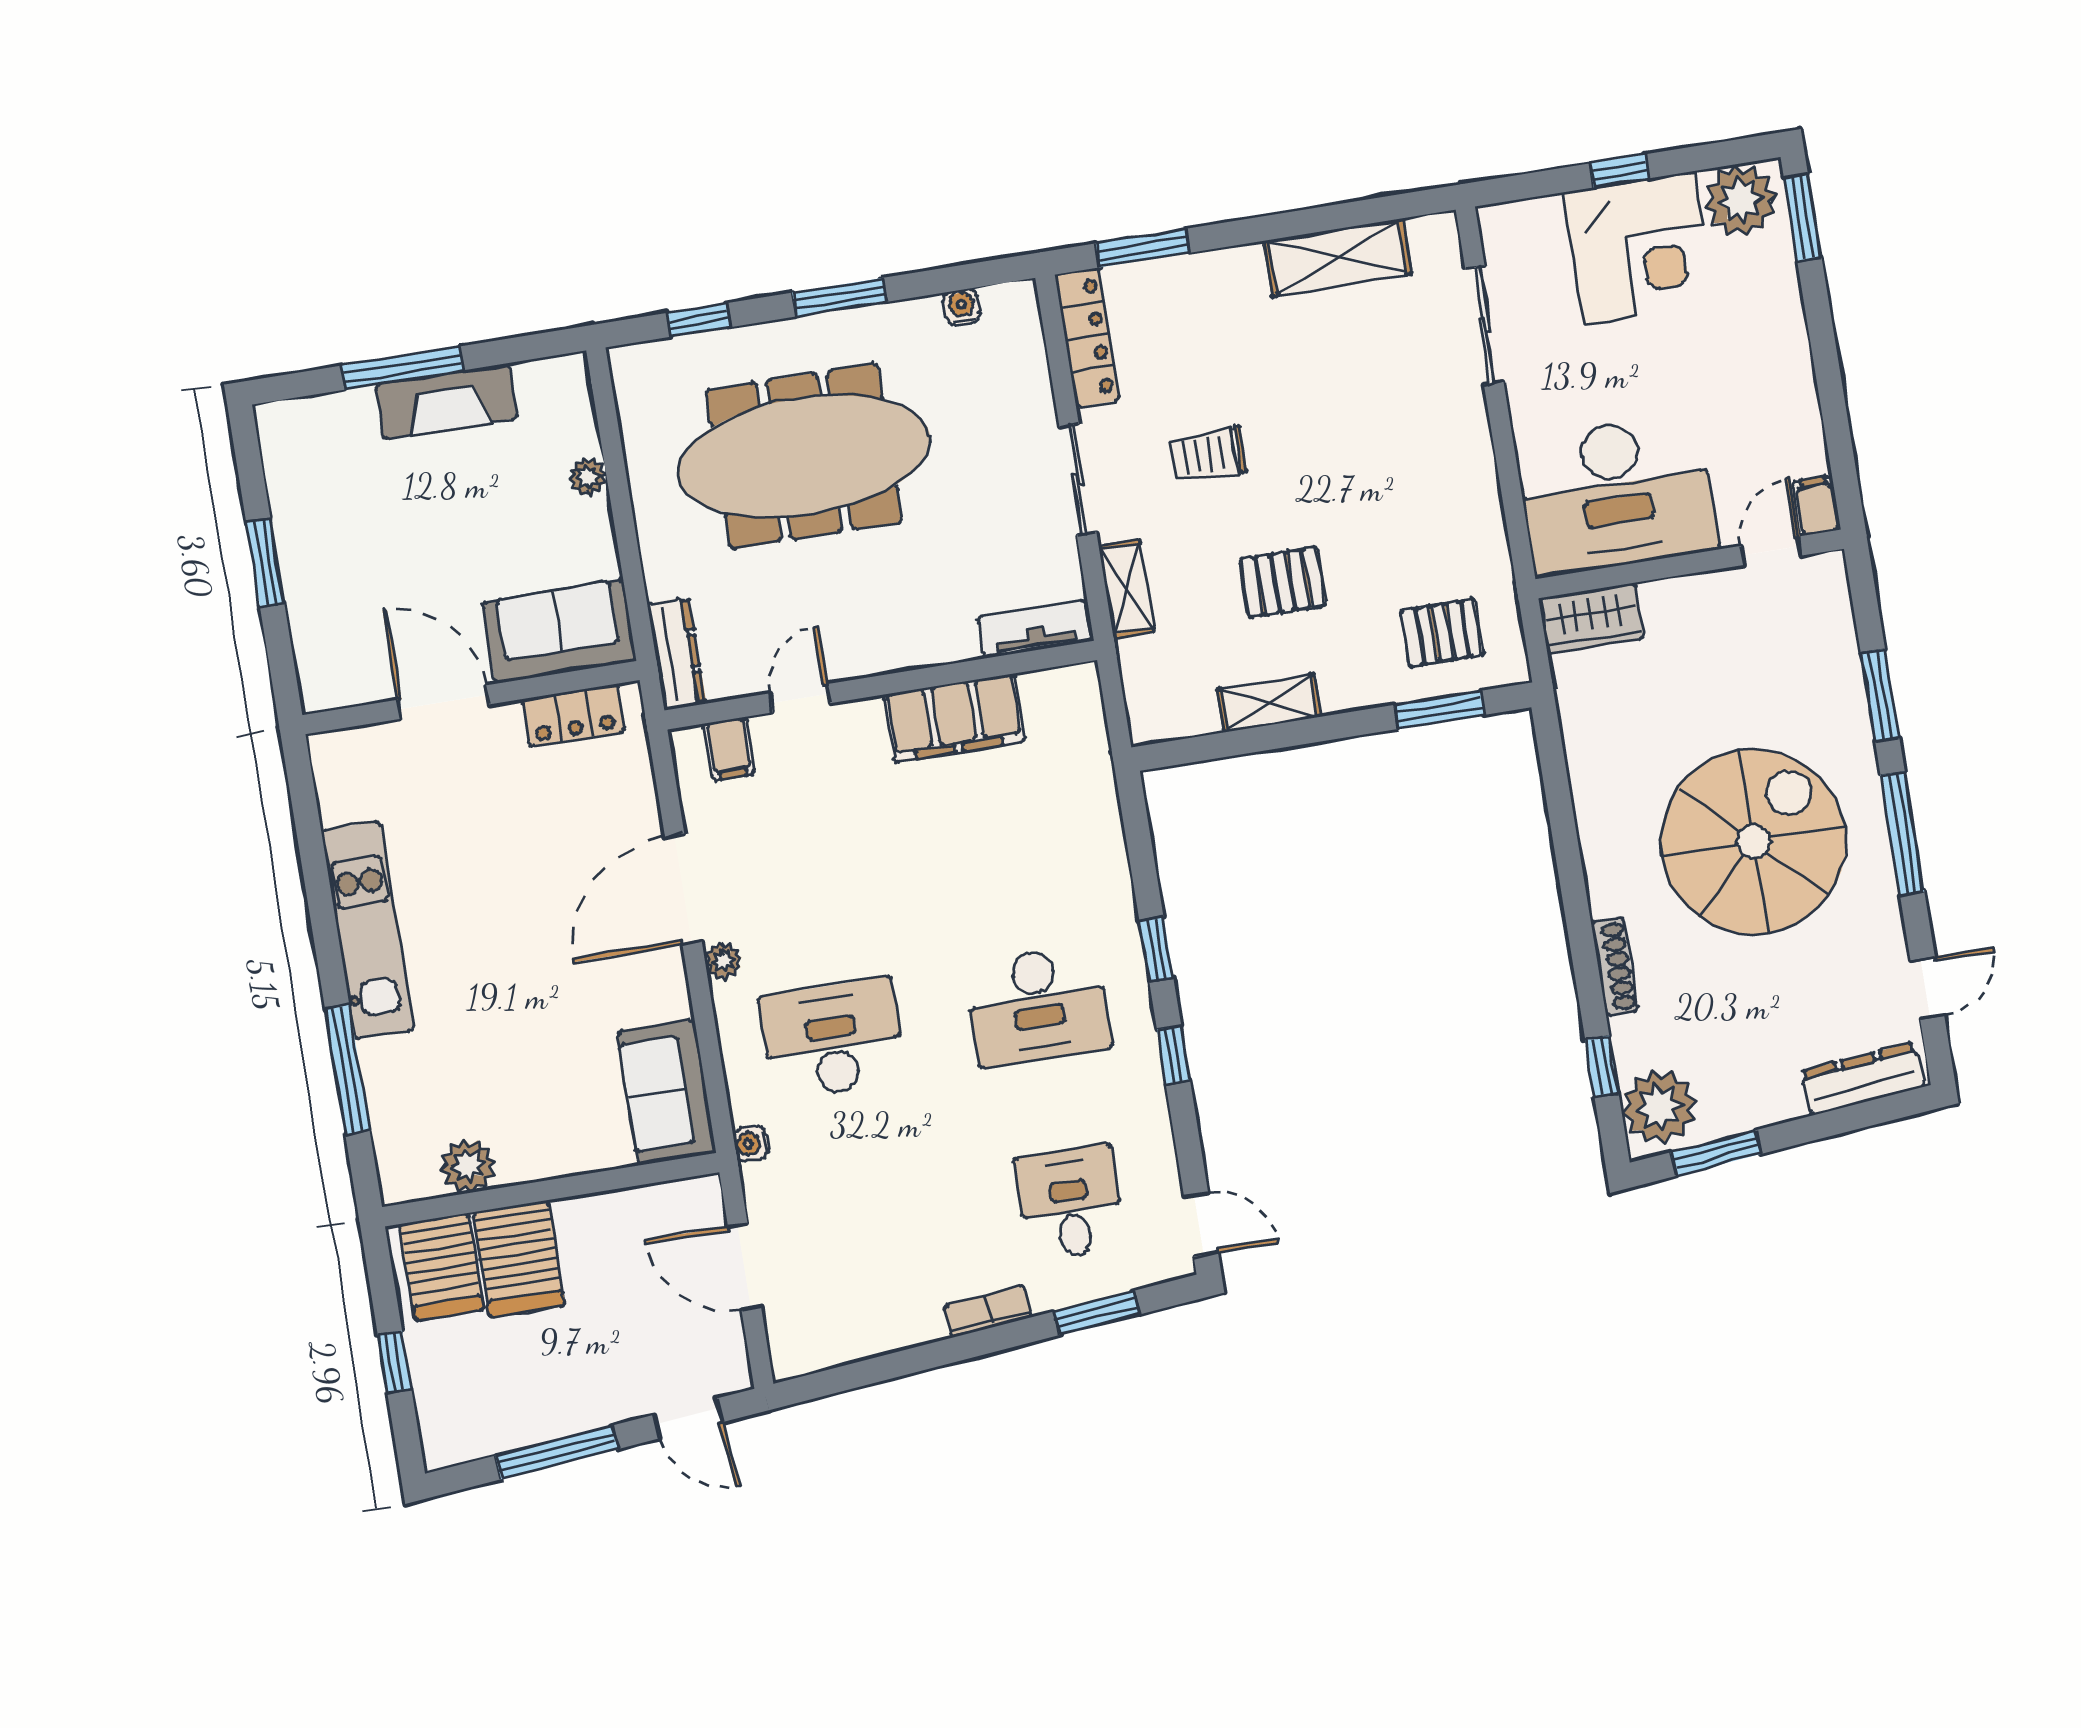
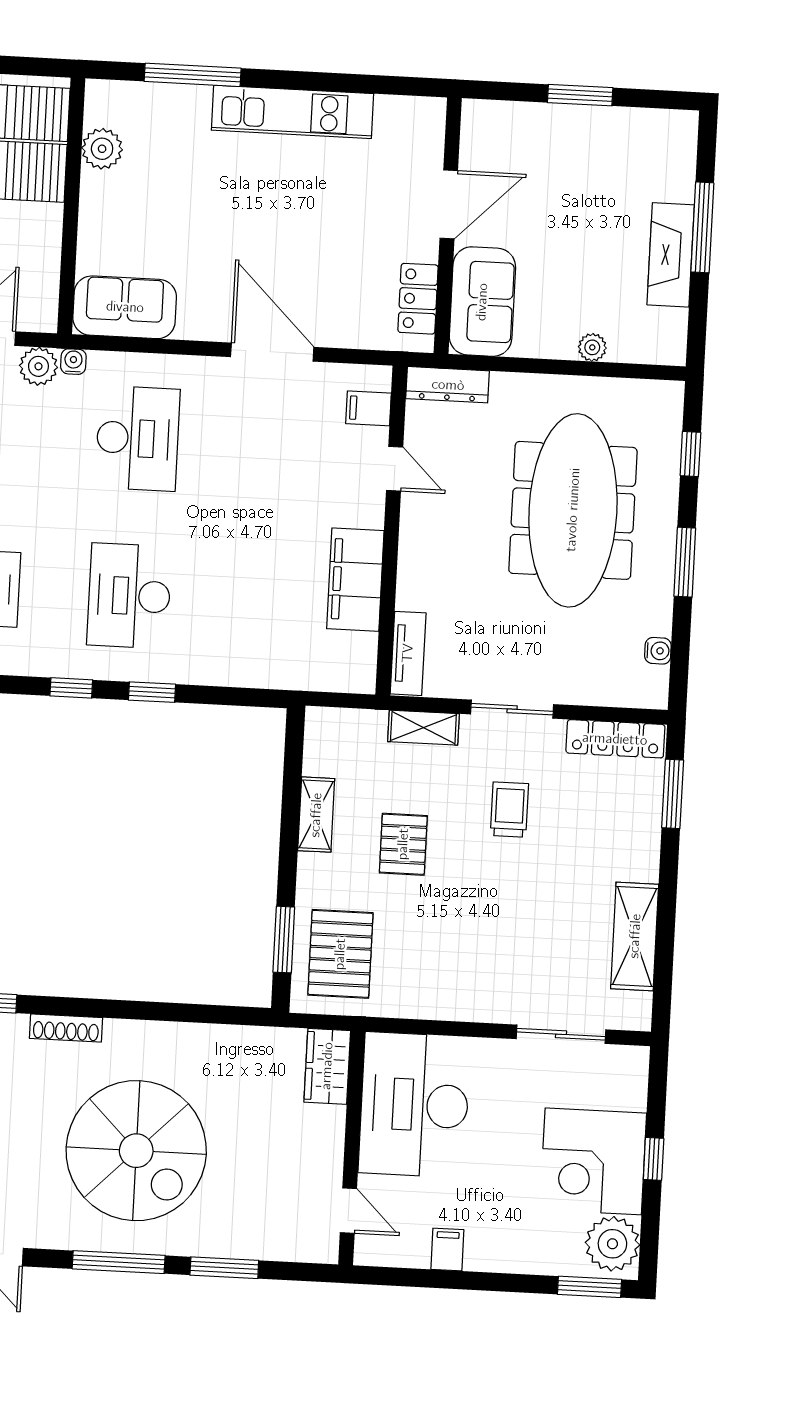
filing cabinet: (1816, 506) -> (447, 1249), moved, turned -90
pallet: (1442, 633) -> (340, 954), width x1.50, depth x1.42
plant: (723, 961) -> (38, 366), moved, width x1.38, depth x1.38

